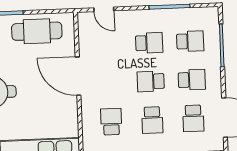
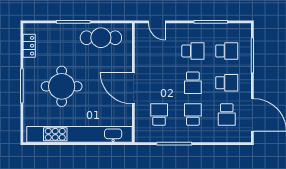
door: (78, 76) -> (133, 88), moved
school desk: (151, 81) -> (193, 83), turned -90
school desk: (152, 120) -> (193, 114), turned 180

